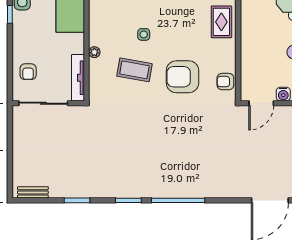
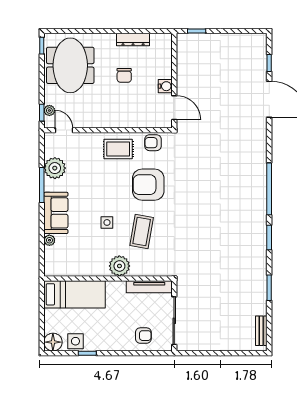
rug: (221, 22) -> (118, 149), moved
plant: (94, 52) -> (119, 266), width x1.88, depth x1.88
armchair: (182, 77) -> (148, 185), turned 90
armchair: (225, 82) -> (153, 143), turned 90

